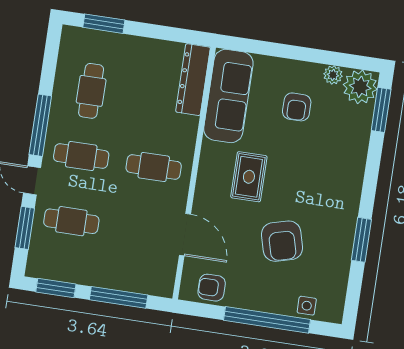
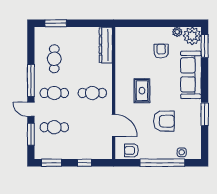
sofa: (228, 96) -> (191, 75), moved, turned 180
armchair: (297, 107) -> (161, 51), turned 180
armchair: (282, 241) -> (164, 121), turned -75
window: (119, 297) -> (84, 163), width x0.46

